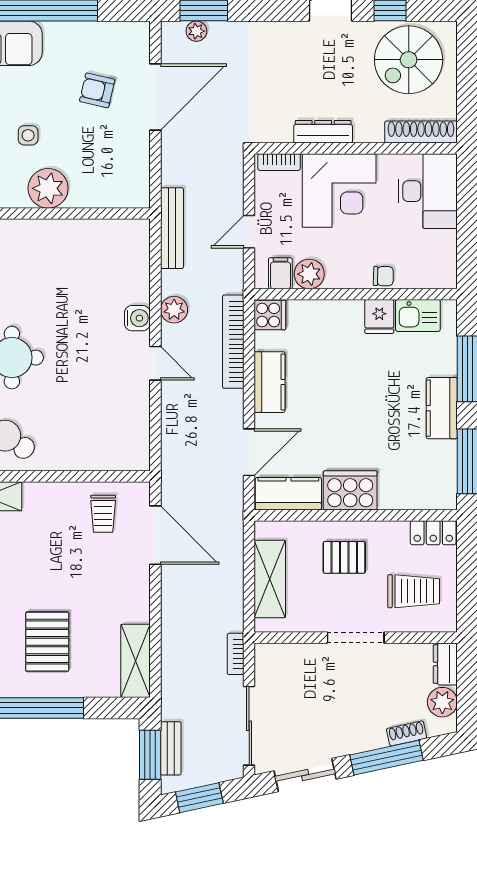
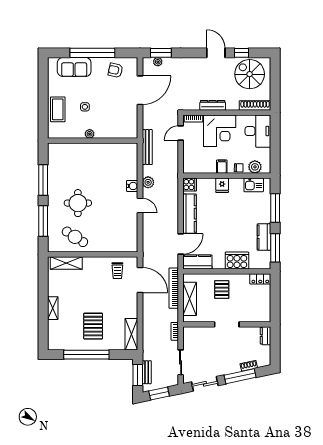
spiral stairs: (409, 60) -> (250, 74), turned 90
armchair: (97, 90) -> (115, 70), moved
plant: (48, 188) -> (90, 134), width x0.53, depth x0.53
door: (249, 232) -> (181, 133), moved
filing cabinet: (280, 273) -> (222, 167), moved
plant: (309, 274) -> (255, 167), moved
fridge: (379, 316) -> (222, 185), moved
bookcase: (233, 342) -> (174, 288), moved
kitchen counter: (270, 382) -> (189, 214), width x1.50
kitchen counter: (442, 408) -> (264, 237), moved
cooker: (350, 490) -> (237, 261), moved
pallet: (344, 557) -> (222, 290), turned 90
trolley: (414, 591) -> (252, 304), removed
plant: (442, 702) -> (264, 352), removed
sliding door: (249, 726) -> (181, 362), width x0.73

